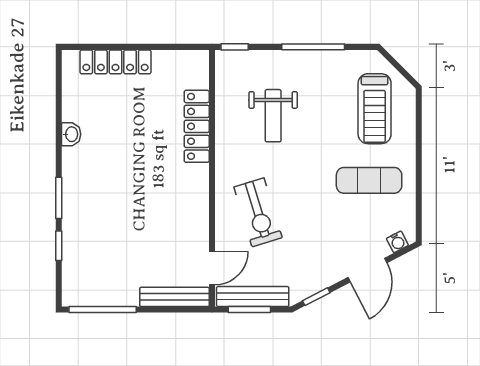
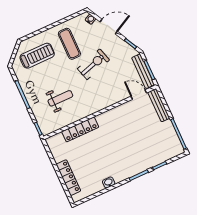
exercise bike: (258, 212) -> (93, 64), moved

